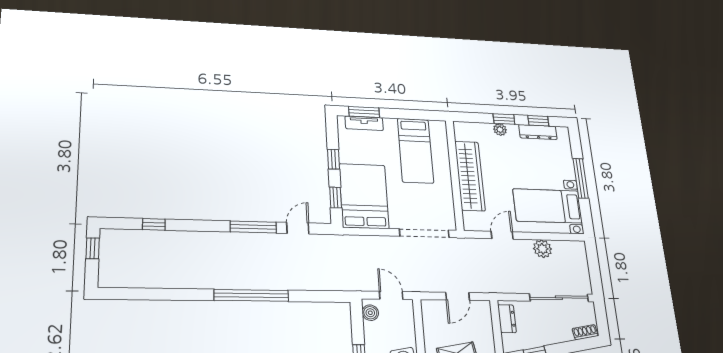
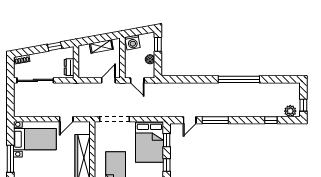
plant: (542, 249) -> (290, 111), moved
window: (251, 295) -> (239, 79), moved
door: (458, 296) -> (108, 80), moved
boiler: (370, 313) -> (150, 59), moved

